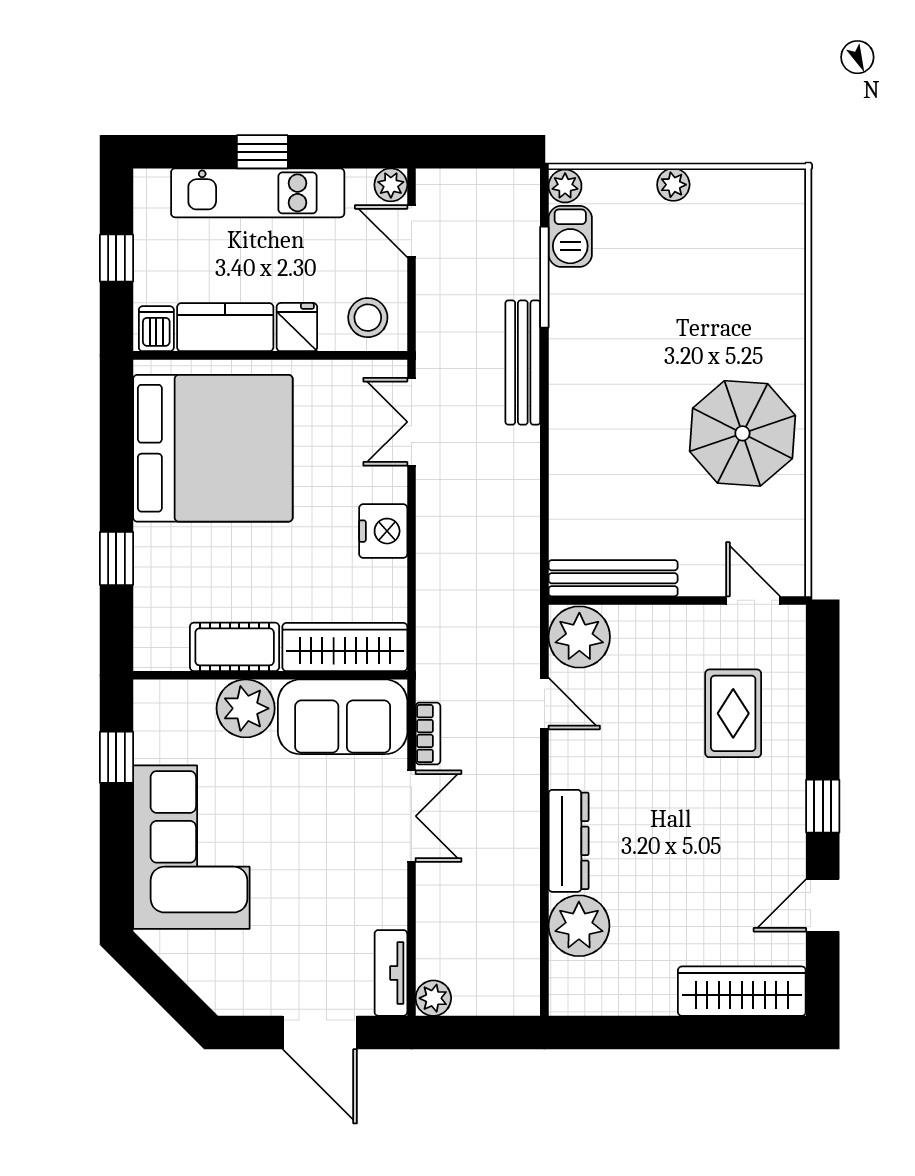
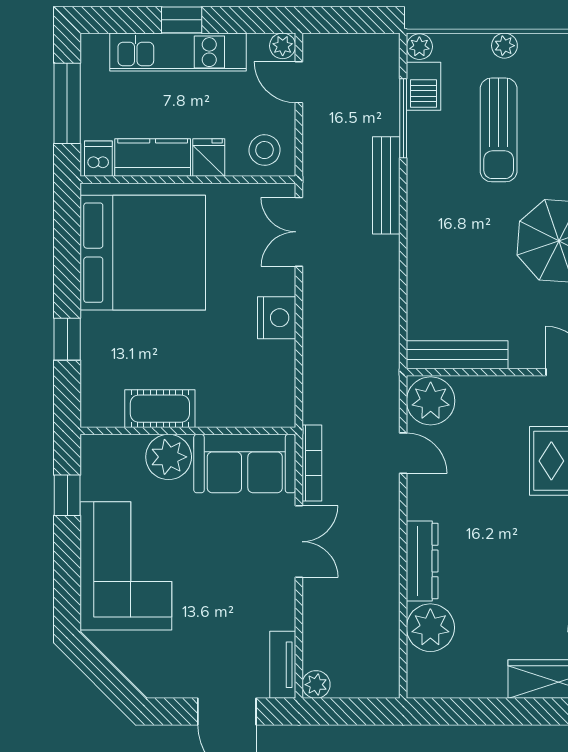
window: (116, 258) -> (67, 103), width x2.17
sun lounger: (666, 292) -> (499, 130), added
wardrobe: (345, 647) -> (247, 409), removed
bookcase: (428, 734) -> (312, 463), width x1.56

